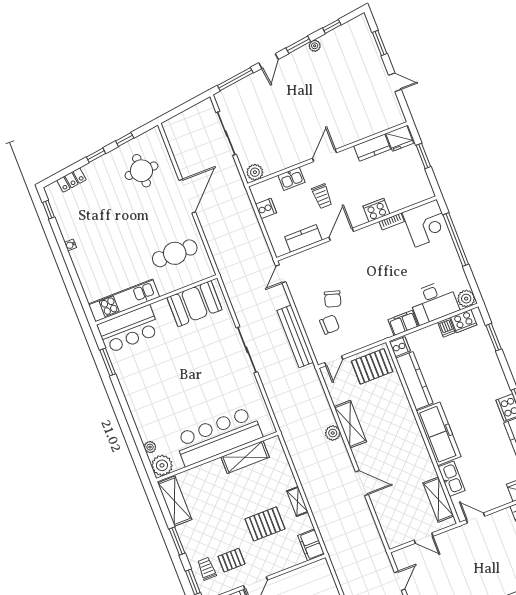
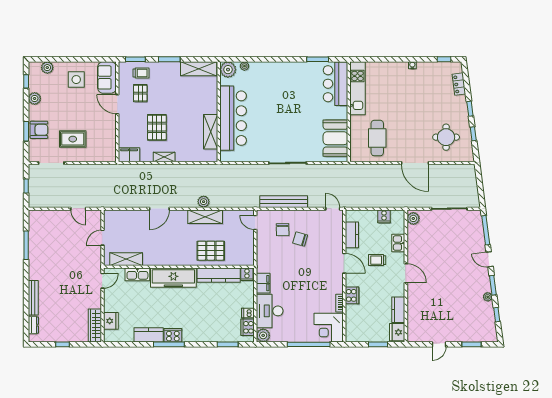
pallet: (372, 366) -> (211, 251), moved, turned 90

